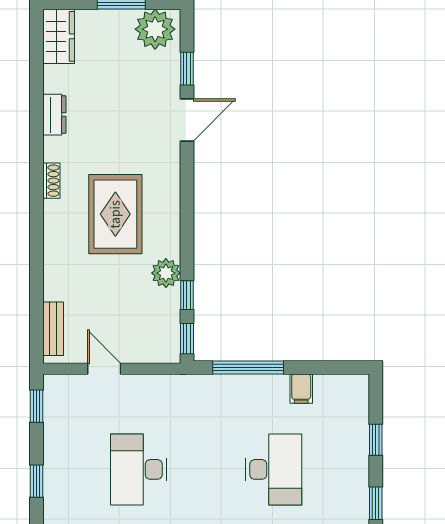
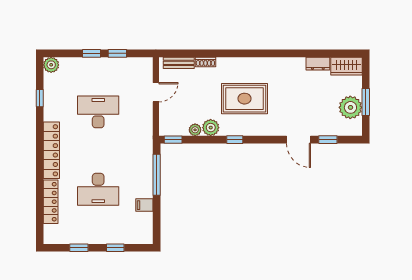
plant: (155, 29) -> (350, 107), moved
dresser: (54, 115) -> (318, 64), moved
shoe rack: (51, 181) -> (205, 62), moved
window: (187, 295) -> (235, 140), moved
plant: (170, 300) -> (195, 130), added
window: (36, 406) -> (117, 53), moved

